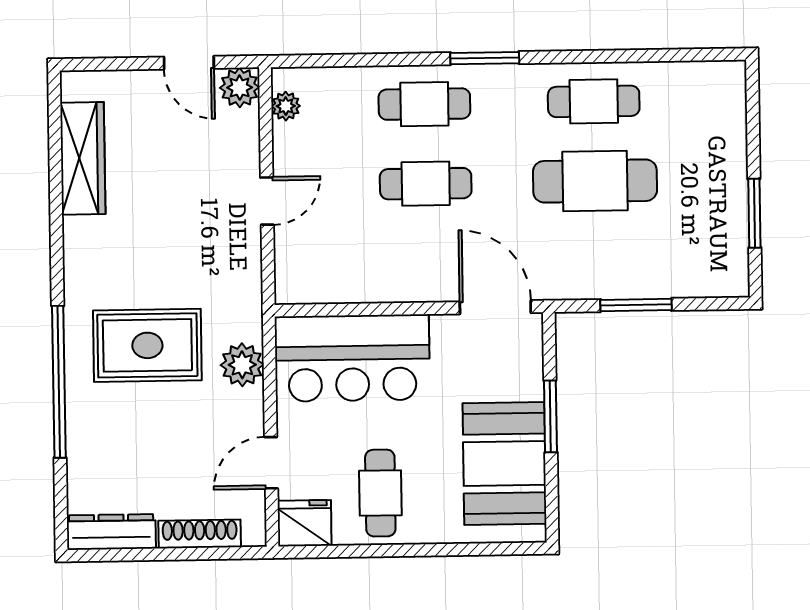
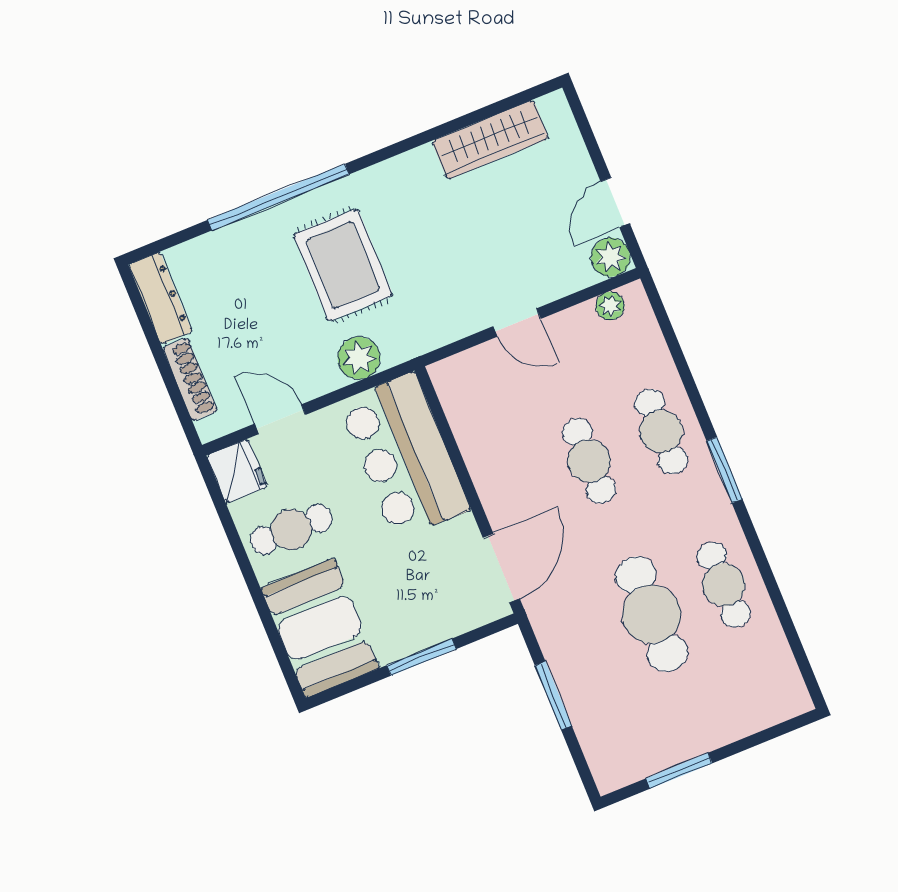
booth: (504, 463) -> (320, 628), moved, turned 90

